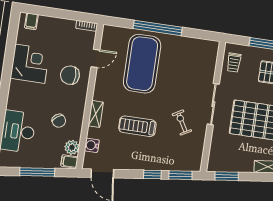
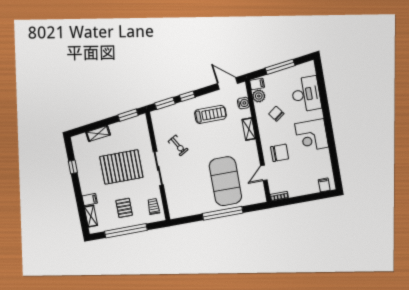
corner desk: (30, 64) -> (312, 135), moved
treadmill: (137, 126) -> (210, 114), moved

